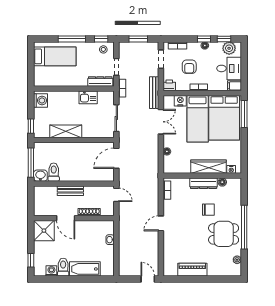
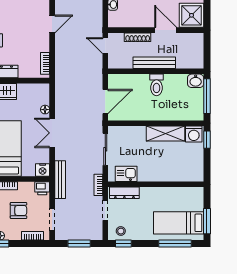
window: (72, 39) -> (175, 243), moved
window: (31, 58) -> (207, 221), added
armchair: (189, 67) -> (19, 210), turned 90
kitchen sink: (88, 97) -> (126, 174), moved
washing machine: (41, 100) -> (194, 134), moved, turned -90
nightstand: (180, 101) -> (43, 170), moved
double door: (161, 122) -> (52, 133), moved
toilet: (54, 172) -> (157, 85), moved
bench: (70, 191) -> (154, 63), width x1.36
door: (116, 195) -> (105, 46), moved

